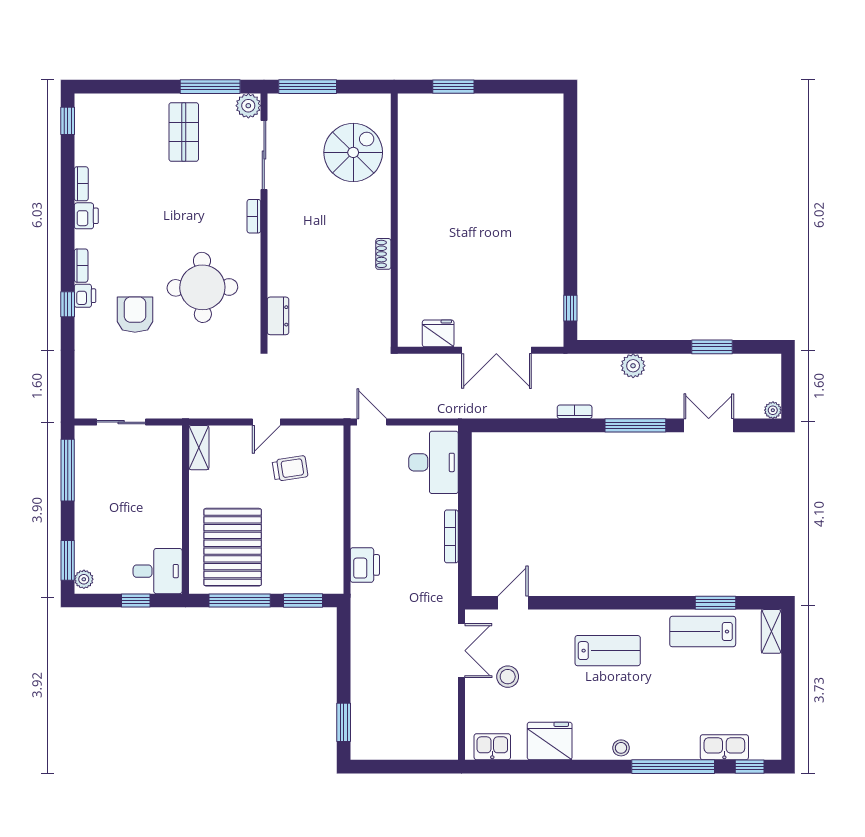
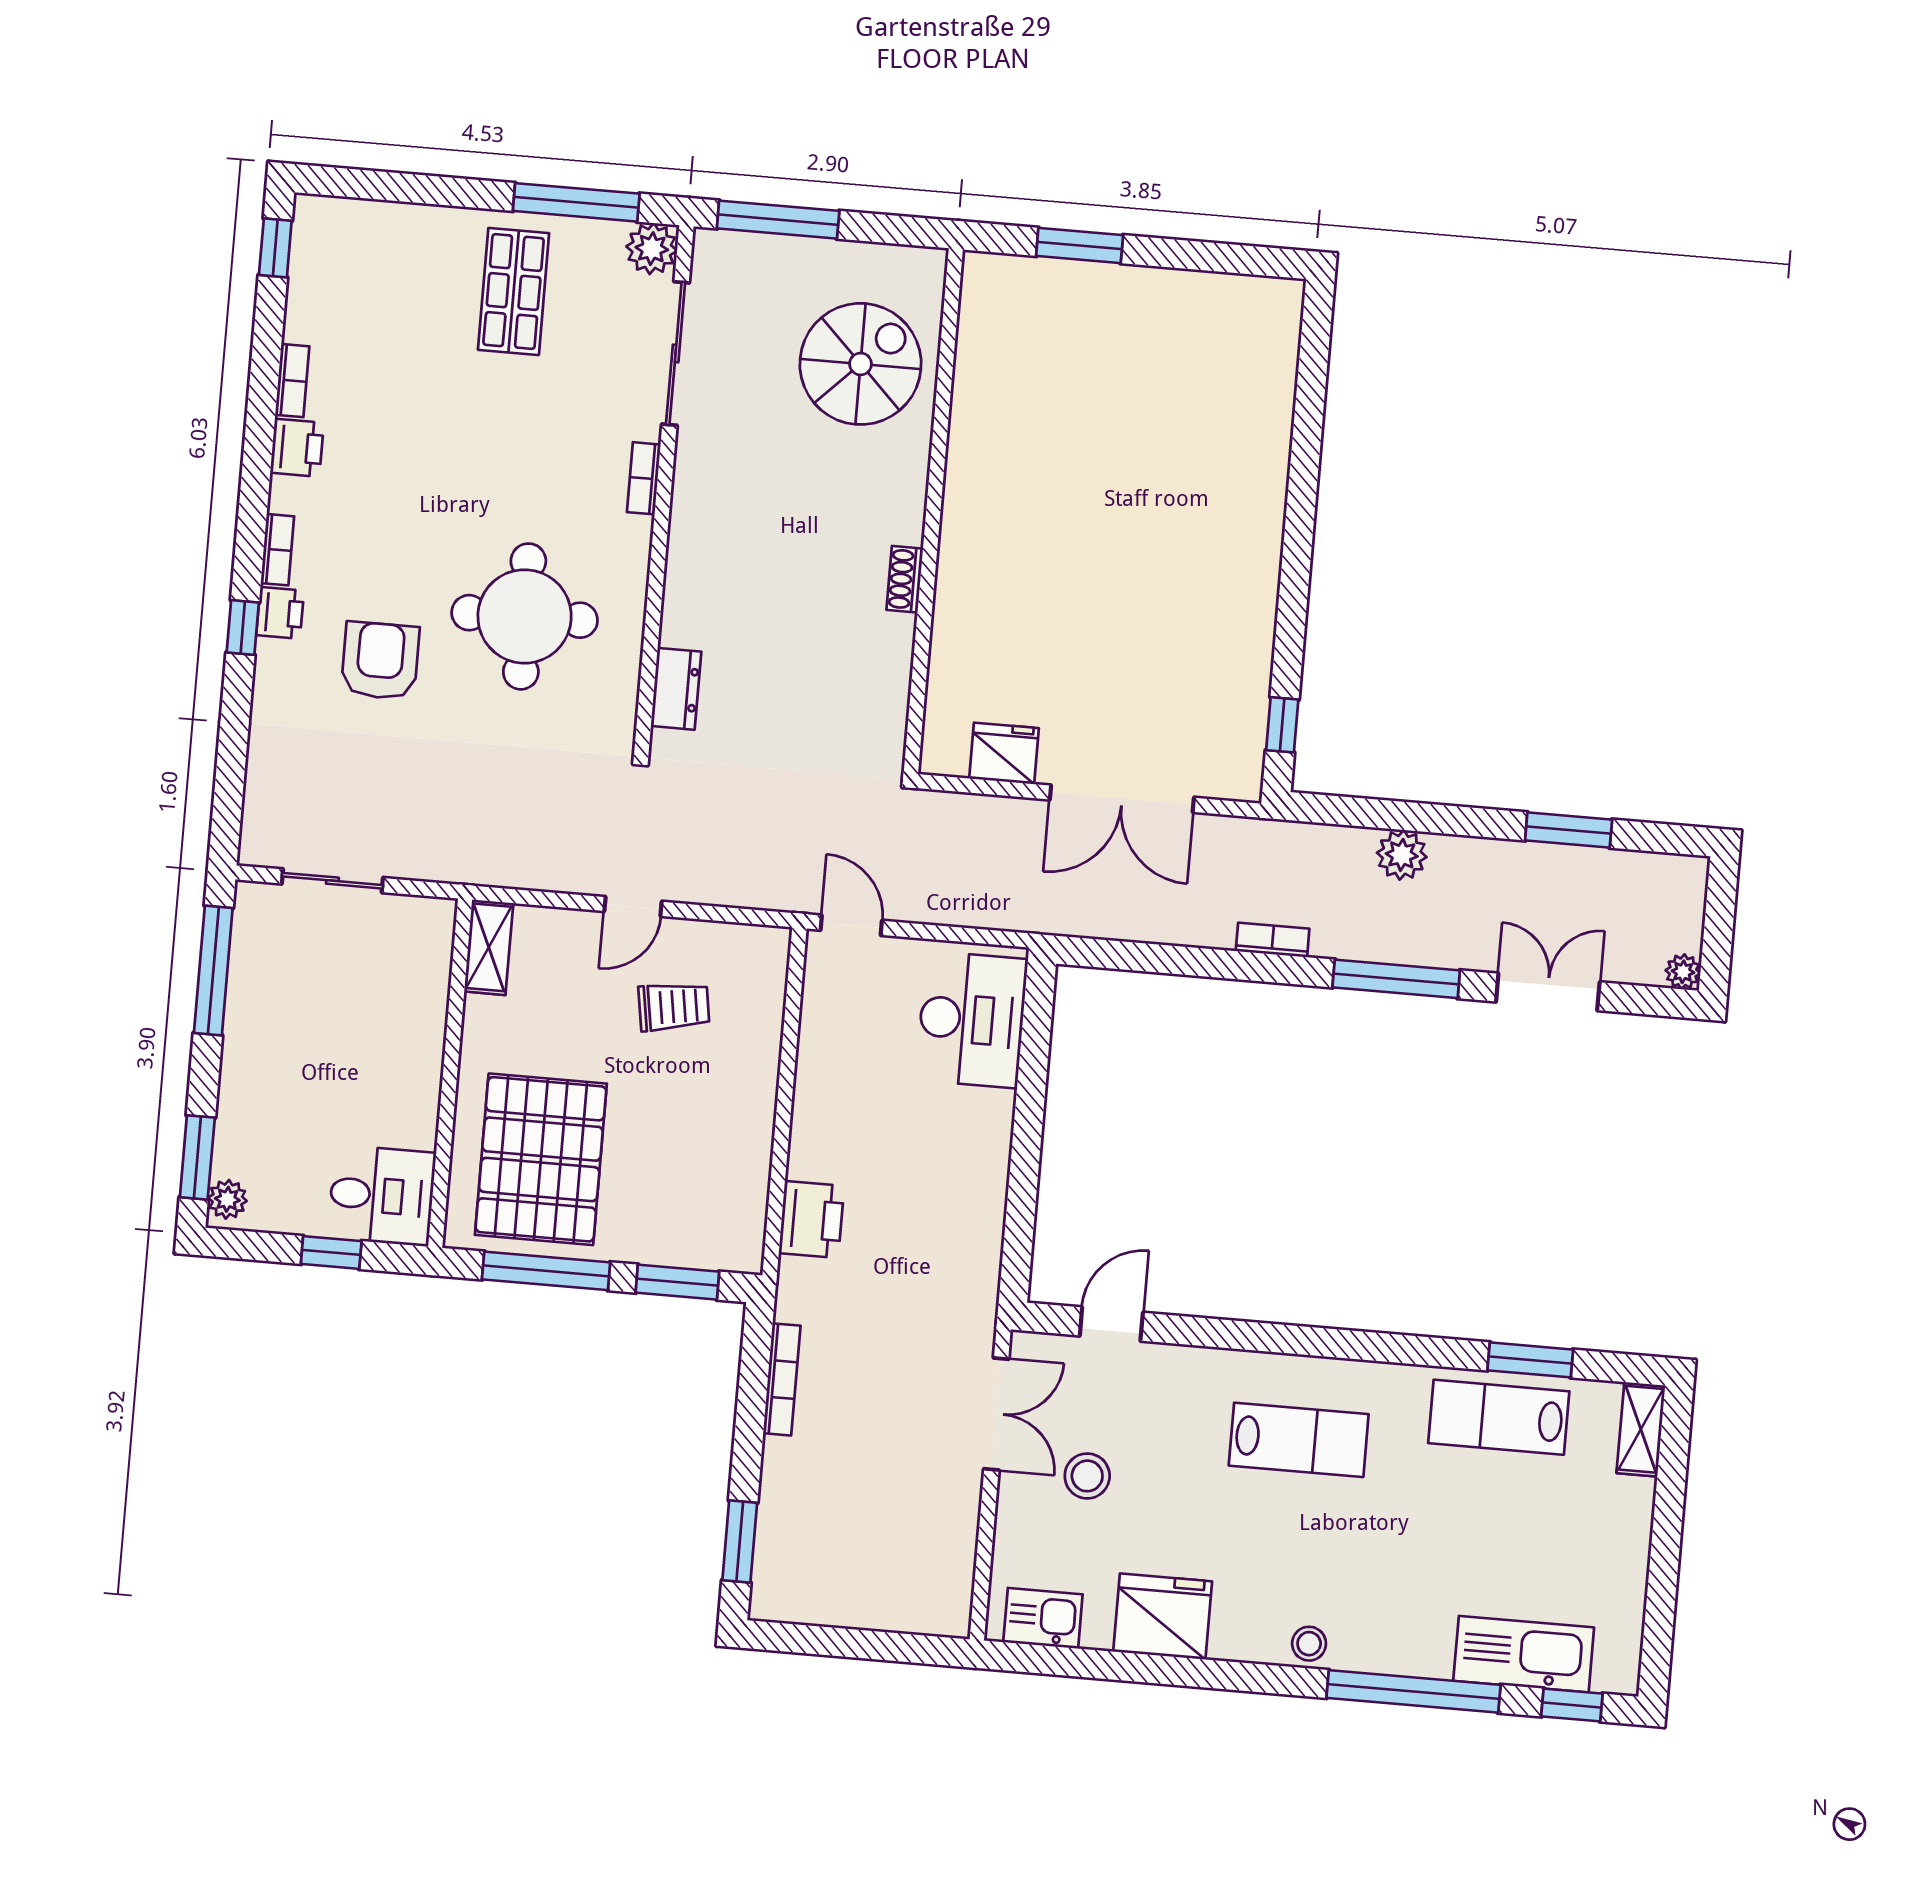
bookcase: (451, 536) -> (782, 1379), moved, turned 180
kitchen sink: (724, 747) -> (1524, 1654), width x1.36, depth x1.24

